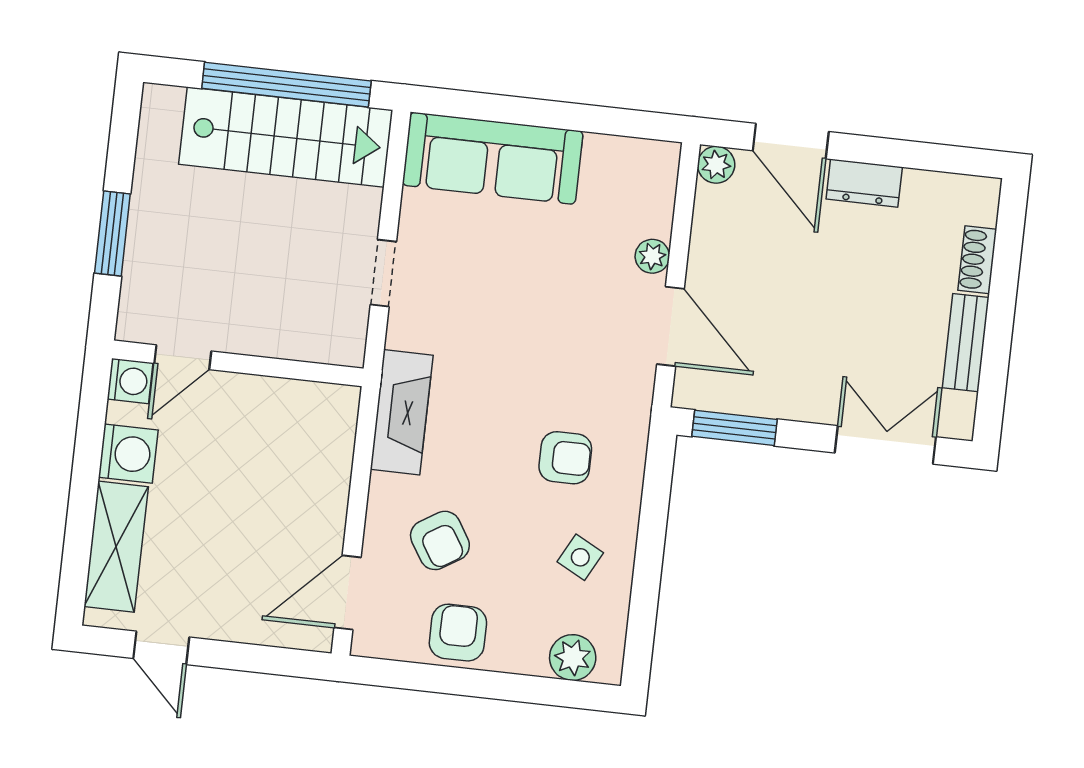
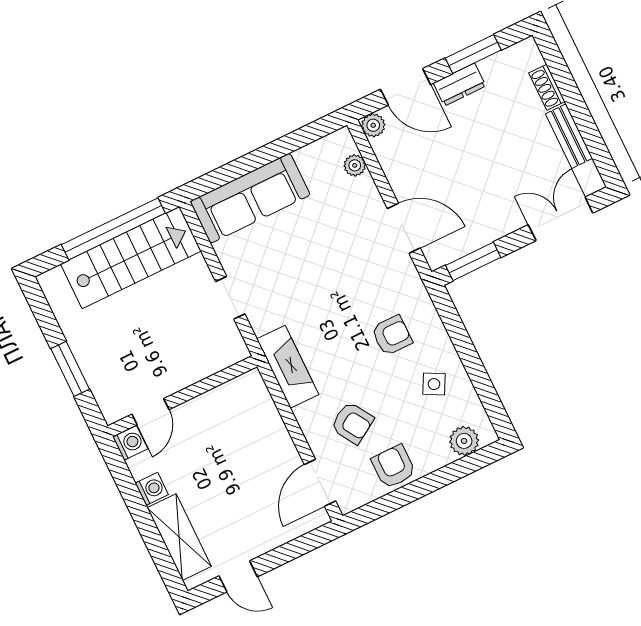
window: (908, 154) -> (473, 54), added
plant: (652, 256) -> (355, 165), moved
washing machine: (128, 454) -> (152, 489), width x0.73, depth x0.73

